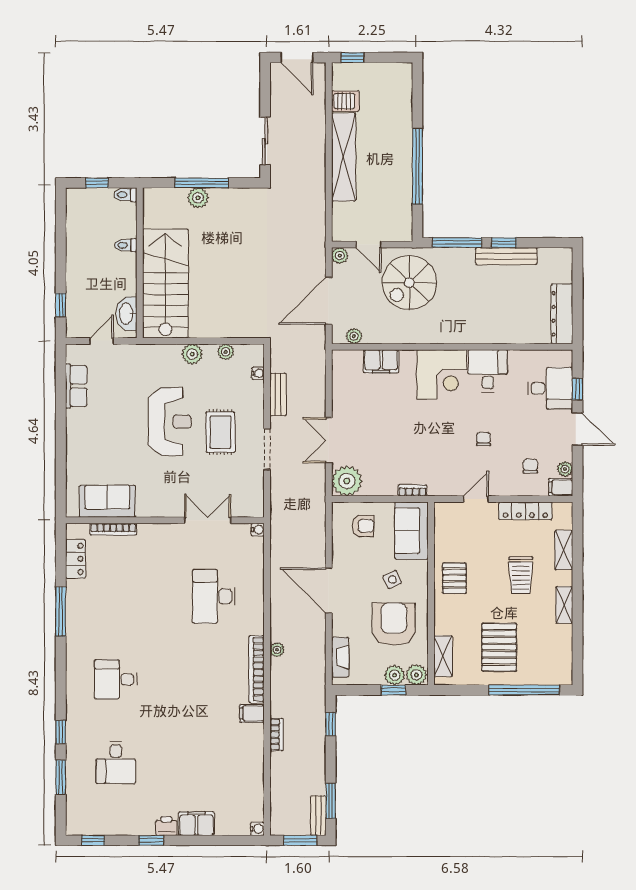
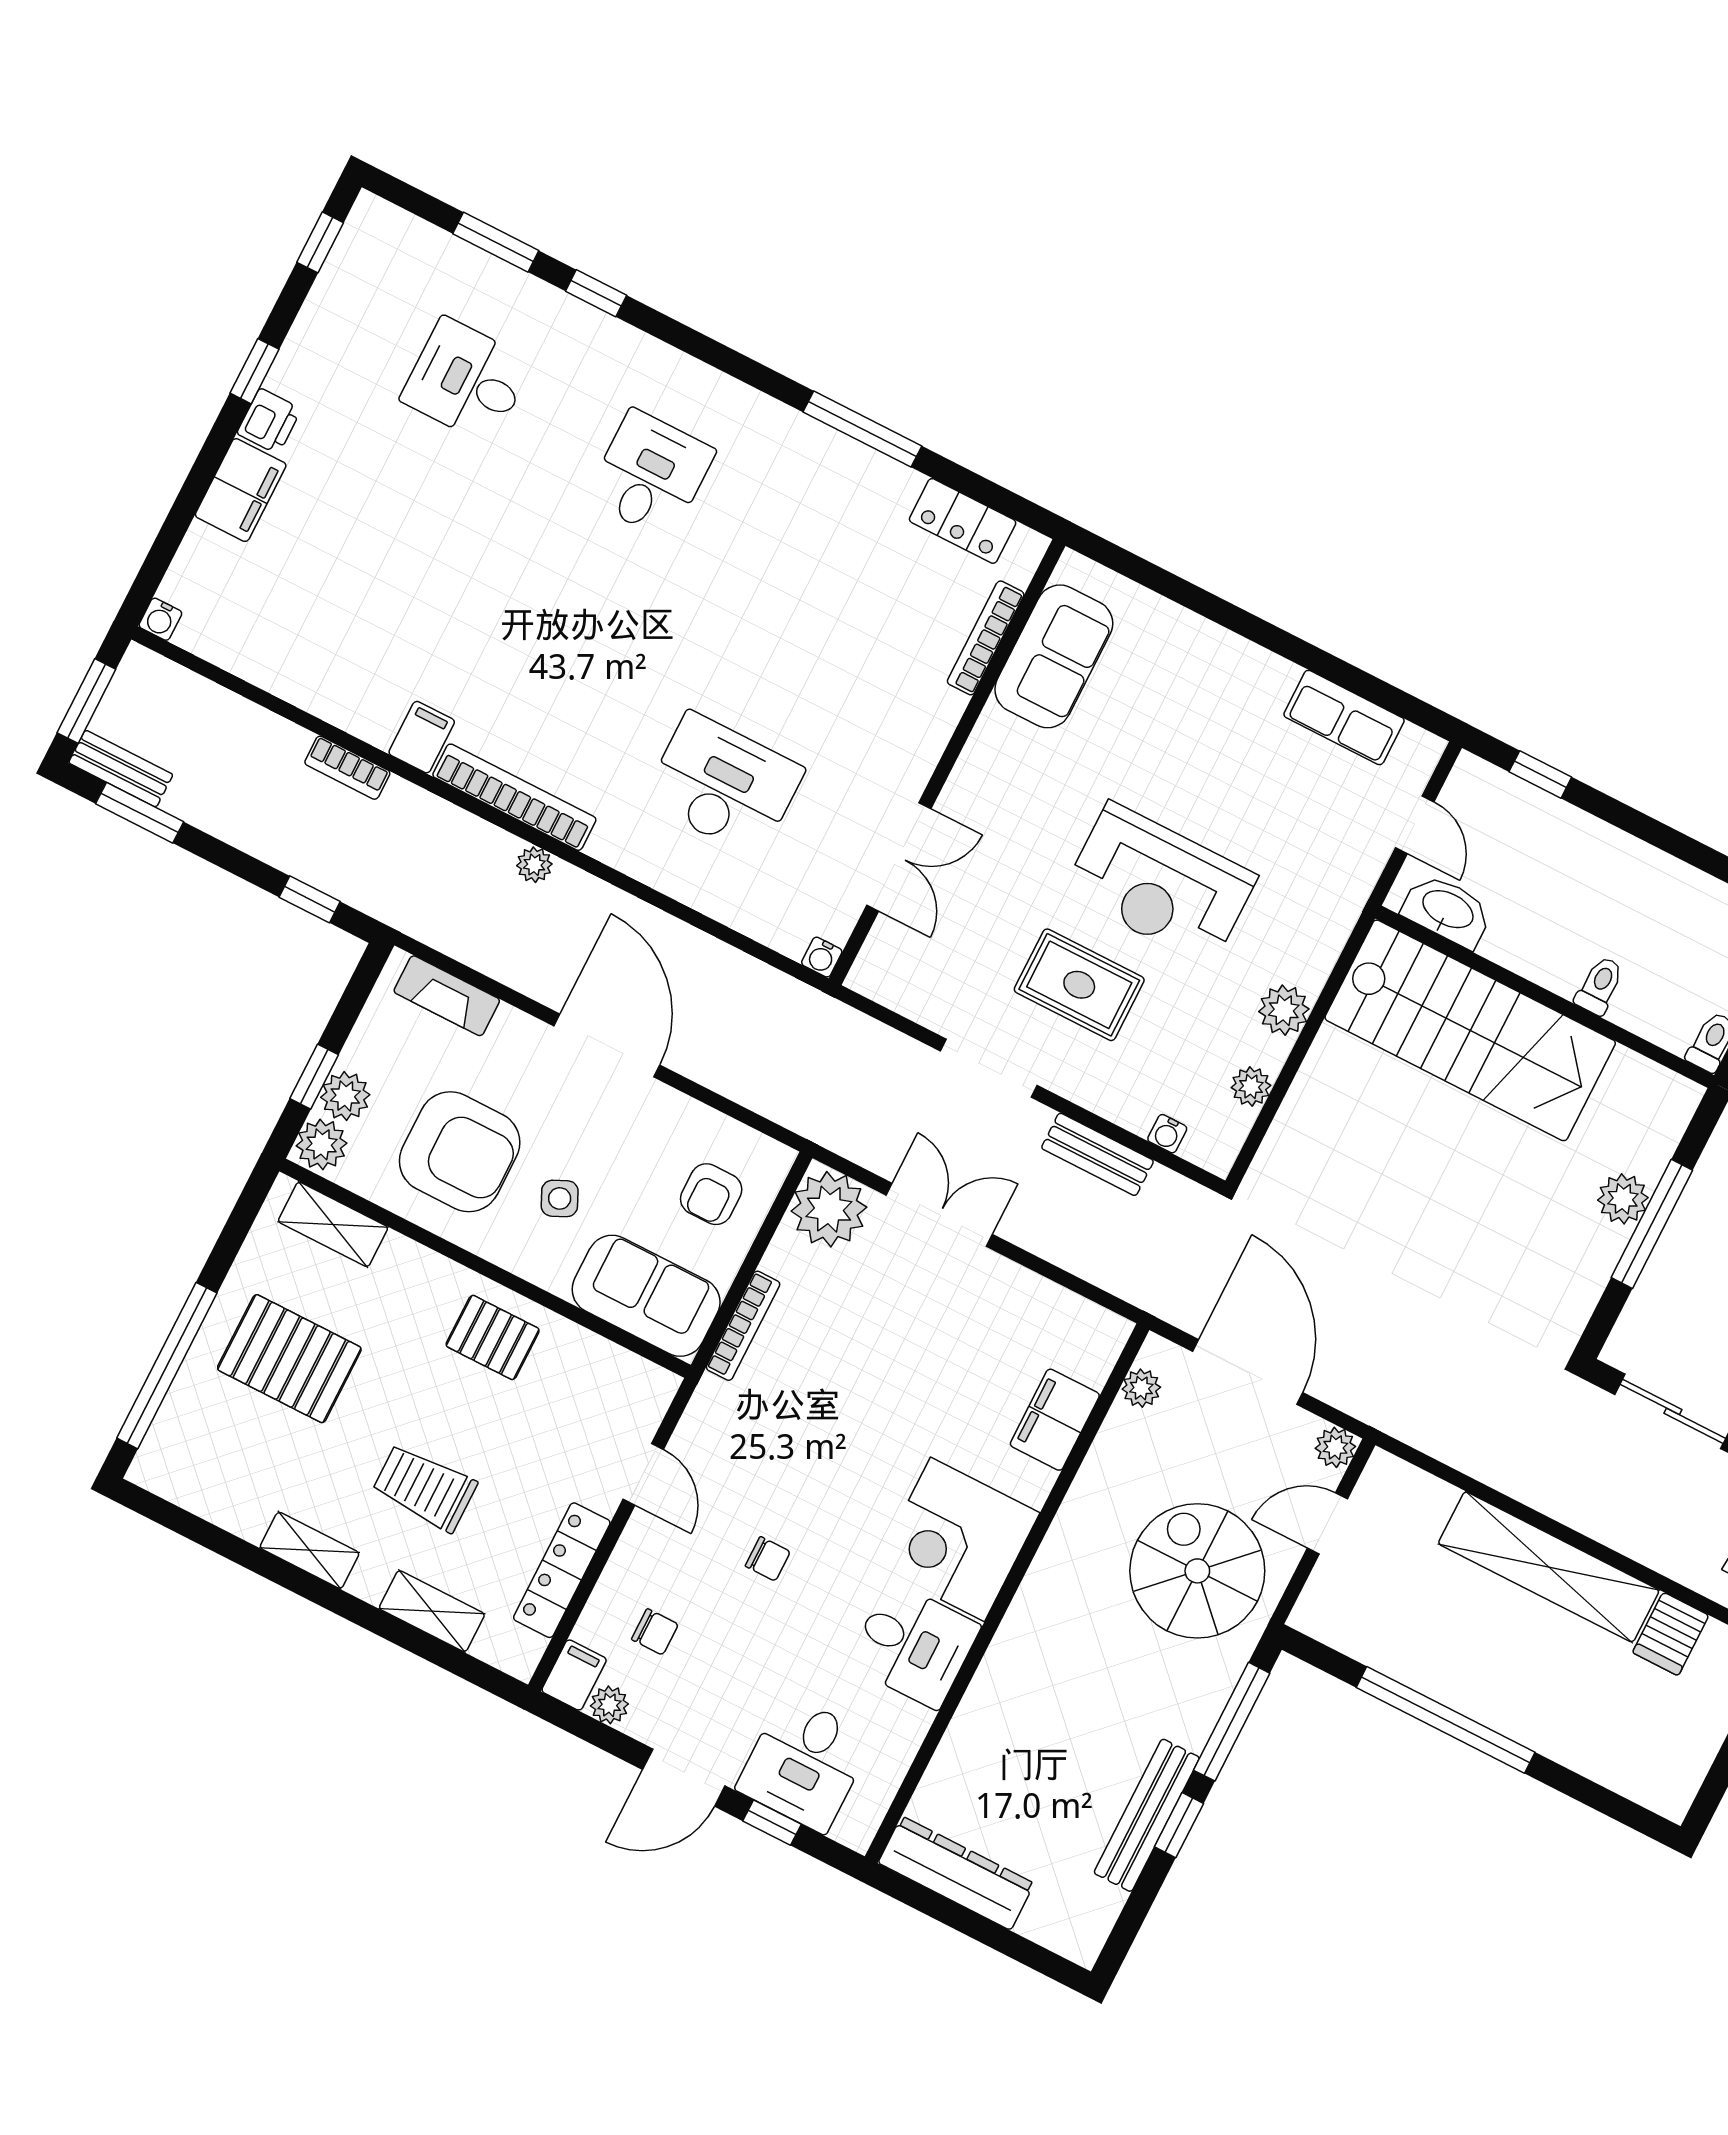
bookcase: (412, 490) -> (743, 1326), width x1.56
door: (329, 591) -> (607, 1045), hinge flipped

